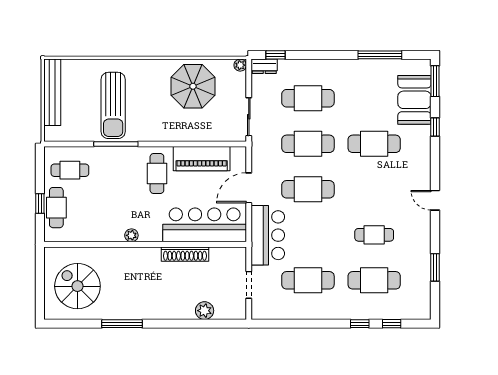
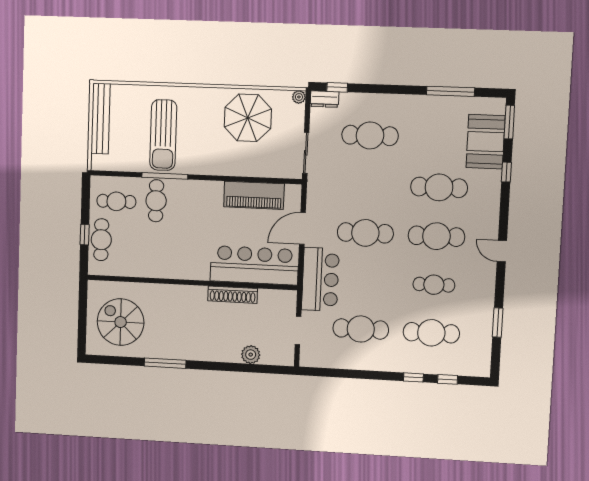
cafe table: (308, 144) -> (436, 236), moved
cafe table: (157, 174) -> (156, 201), moved
plant: (131, 235) -> (178, 272), removed

